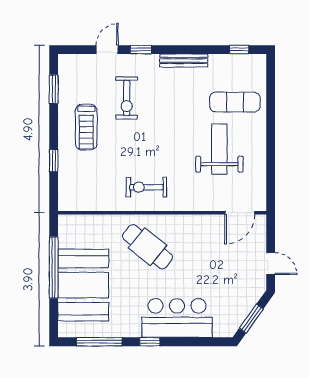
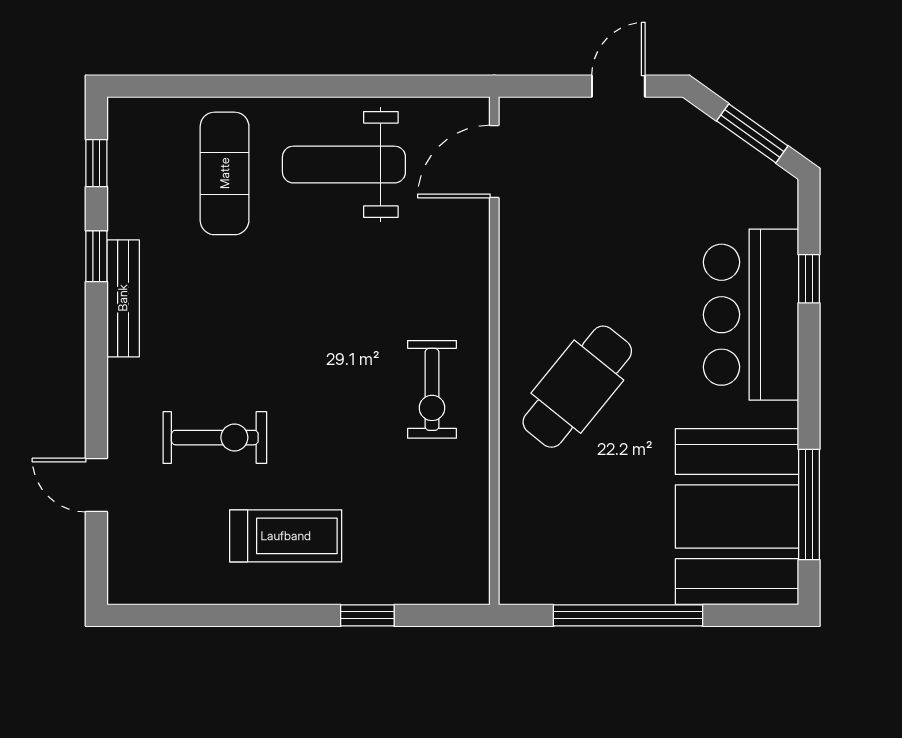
window: (141, 50) -> (96, 256), moved
window: (54, 89) -> (193, 615), removed
weight bench: (219, 149) -> (344, 165), moved
door: (240, 213) -> (494, 161), swing flipped
booth: (83, 285) -> (737, 517), moved, turned 90
window: (150, 342) -> (809, 279), moved

